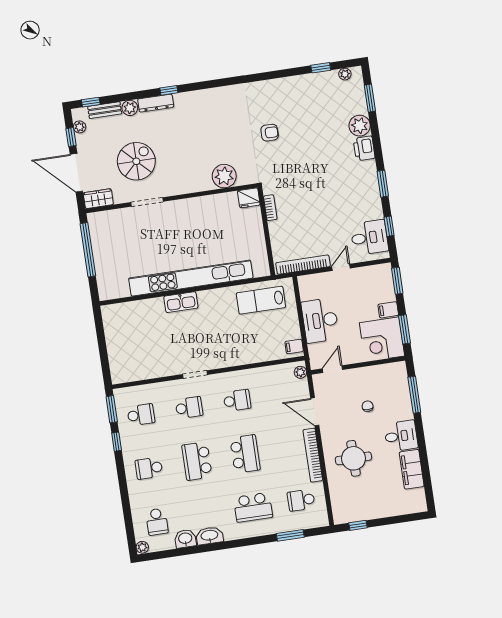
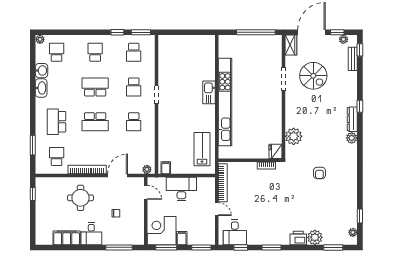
dresser: (156, 103) -> (352, 119), moved
plant: (130, 108) -> (352, 138), moved
school desk: (157, 522) -> (57, 52), turned 90

